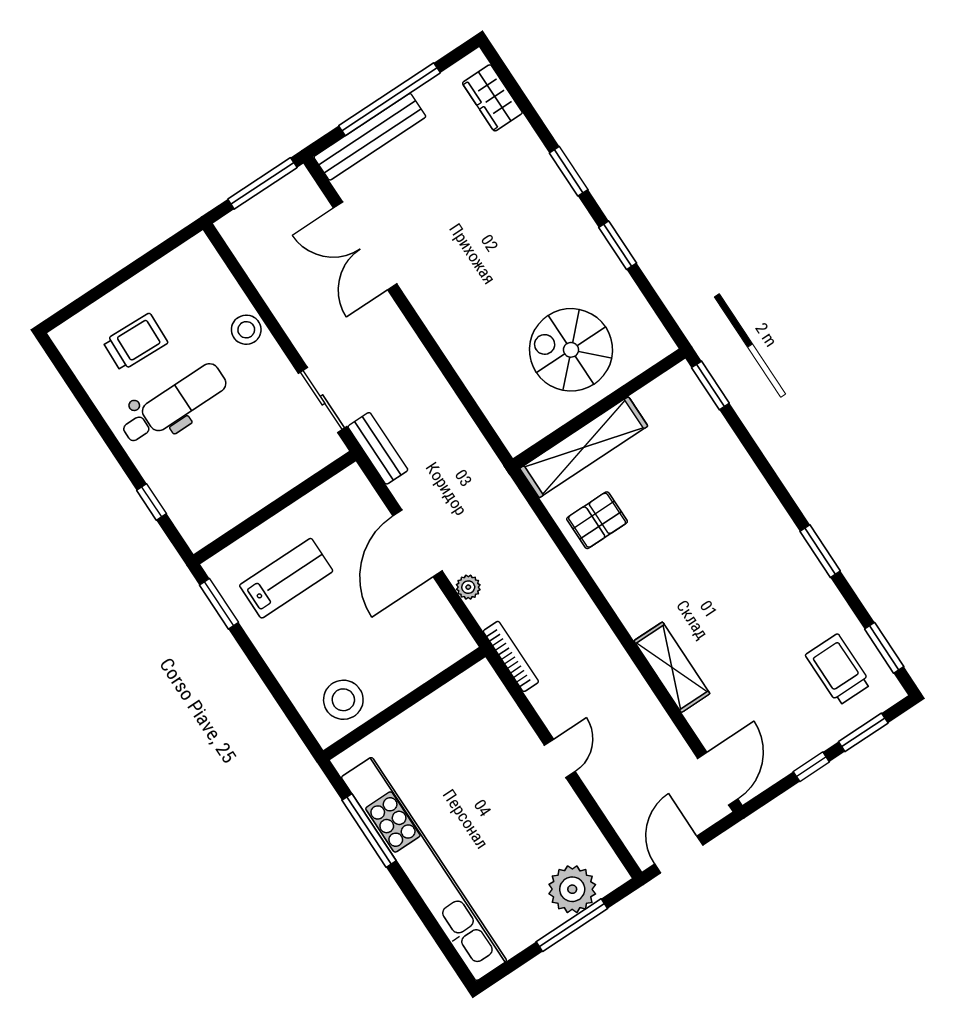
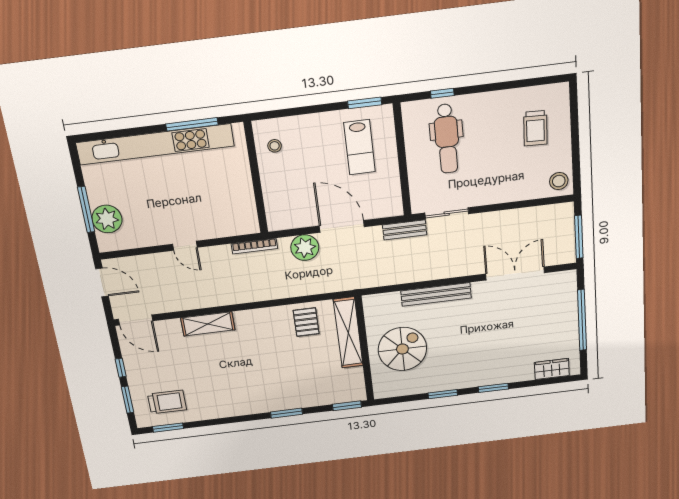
bench: (370, 137) -> (436, 294), moved, turned 90
stool: (246, 330) -> (559, 181), moved
dental chair: (174, 404) -> (447, 139), moved
window: (820, 551) -> (287, 413), moved
plant: (468, 587) -> (305, 248), width x1.87, depth x1.87
stool: (343, 700) -> (275, 146), width x0.53, depth x0.53

